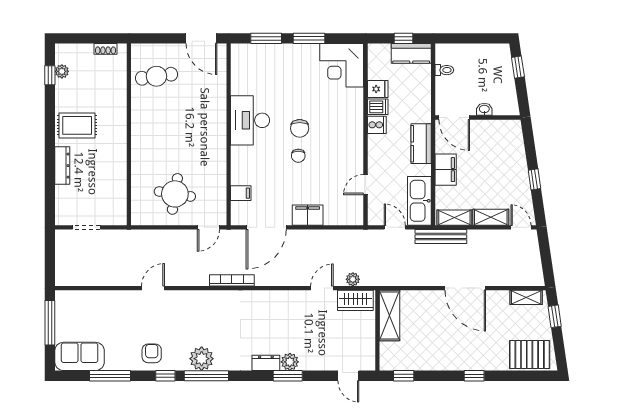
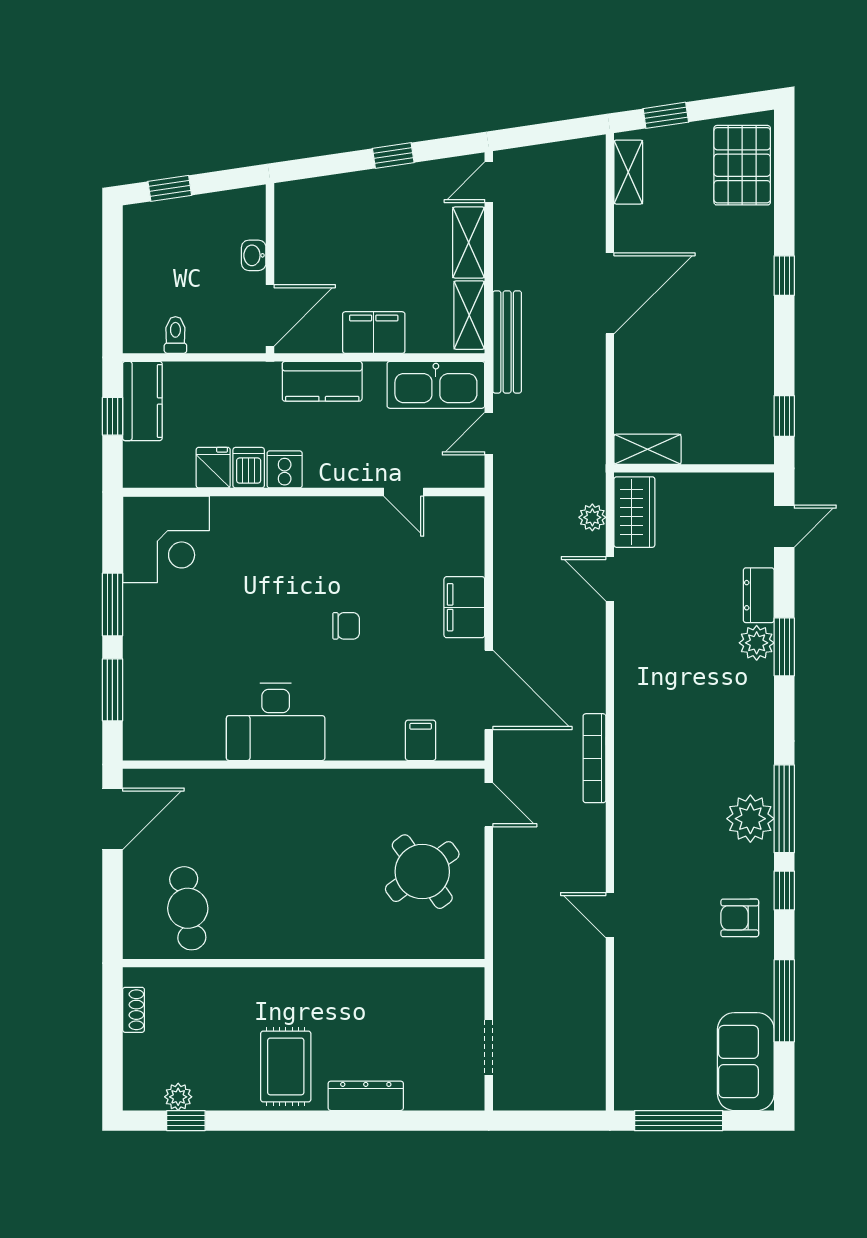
chair: (300, 128) -> (291, 623), removed
round table: (175, 194) -> (422, 872), turned 45
shelving: (389, 315) -> (648, 449), width x0.67, depth x0.75
dresser: (266, 363) -> (759, 595), moved

